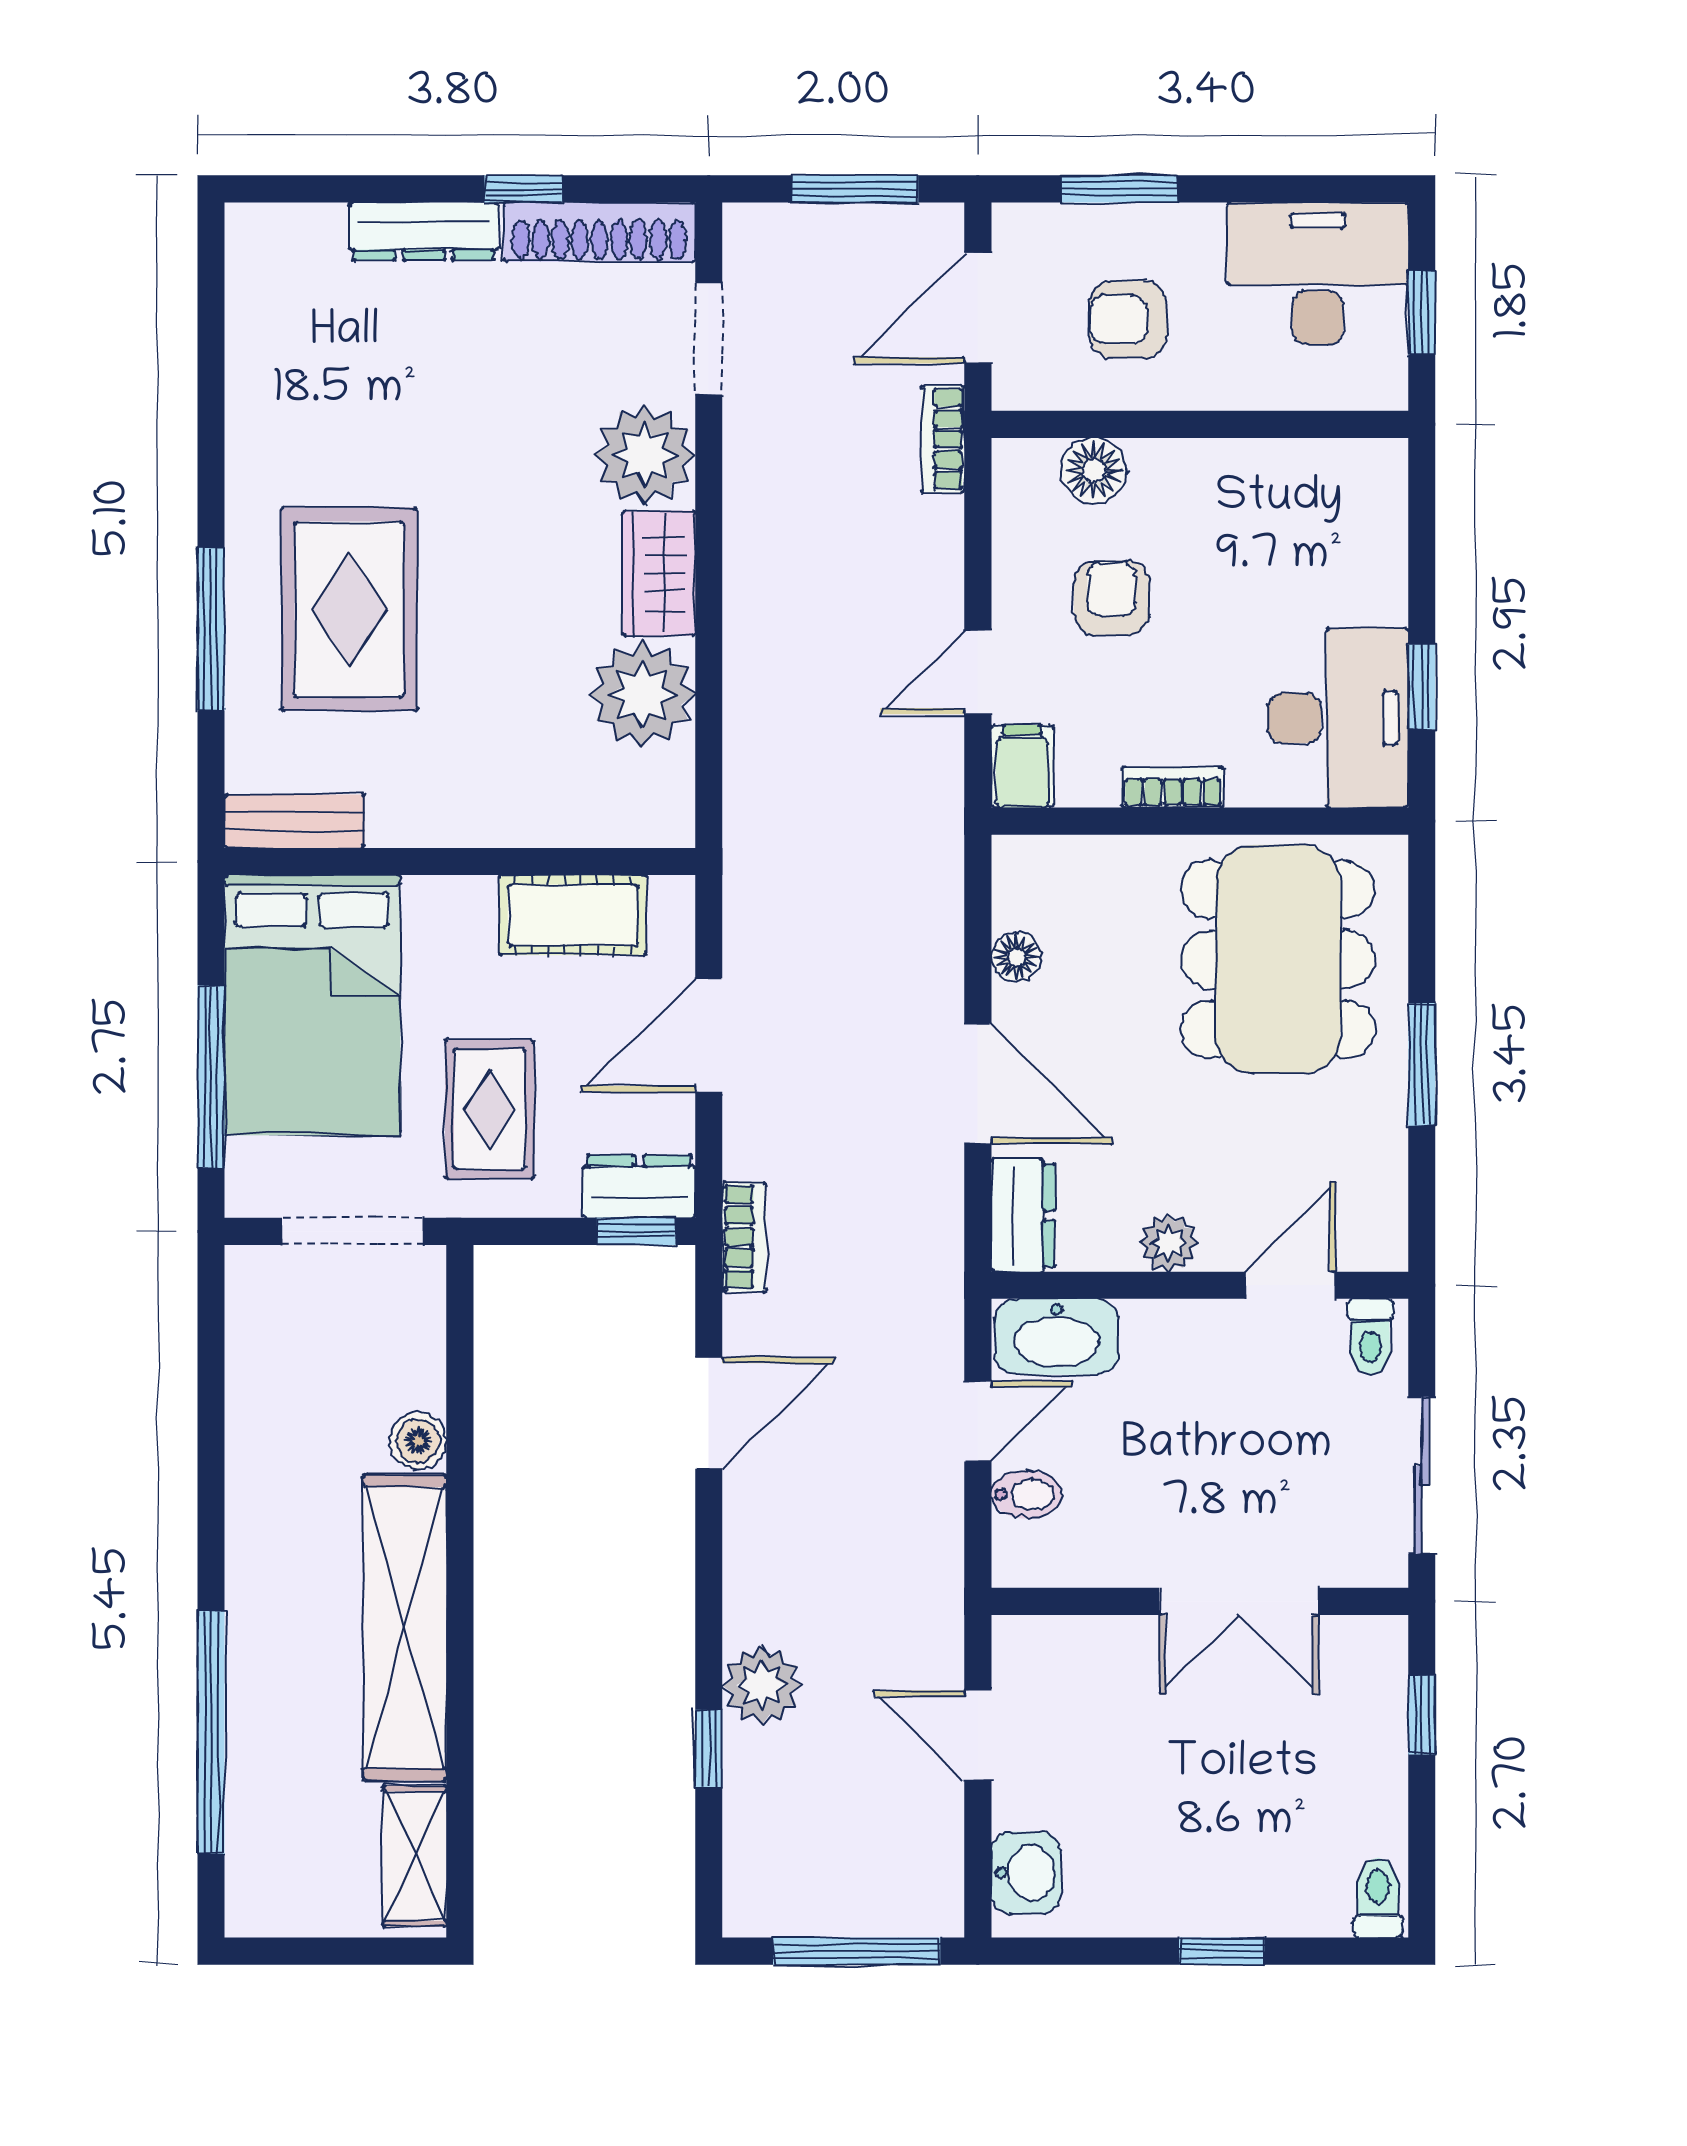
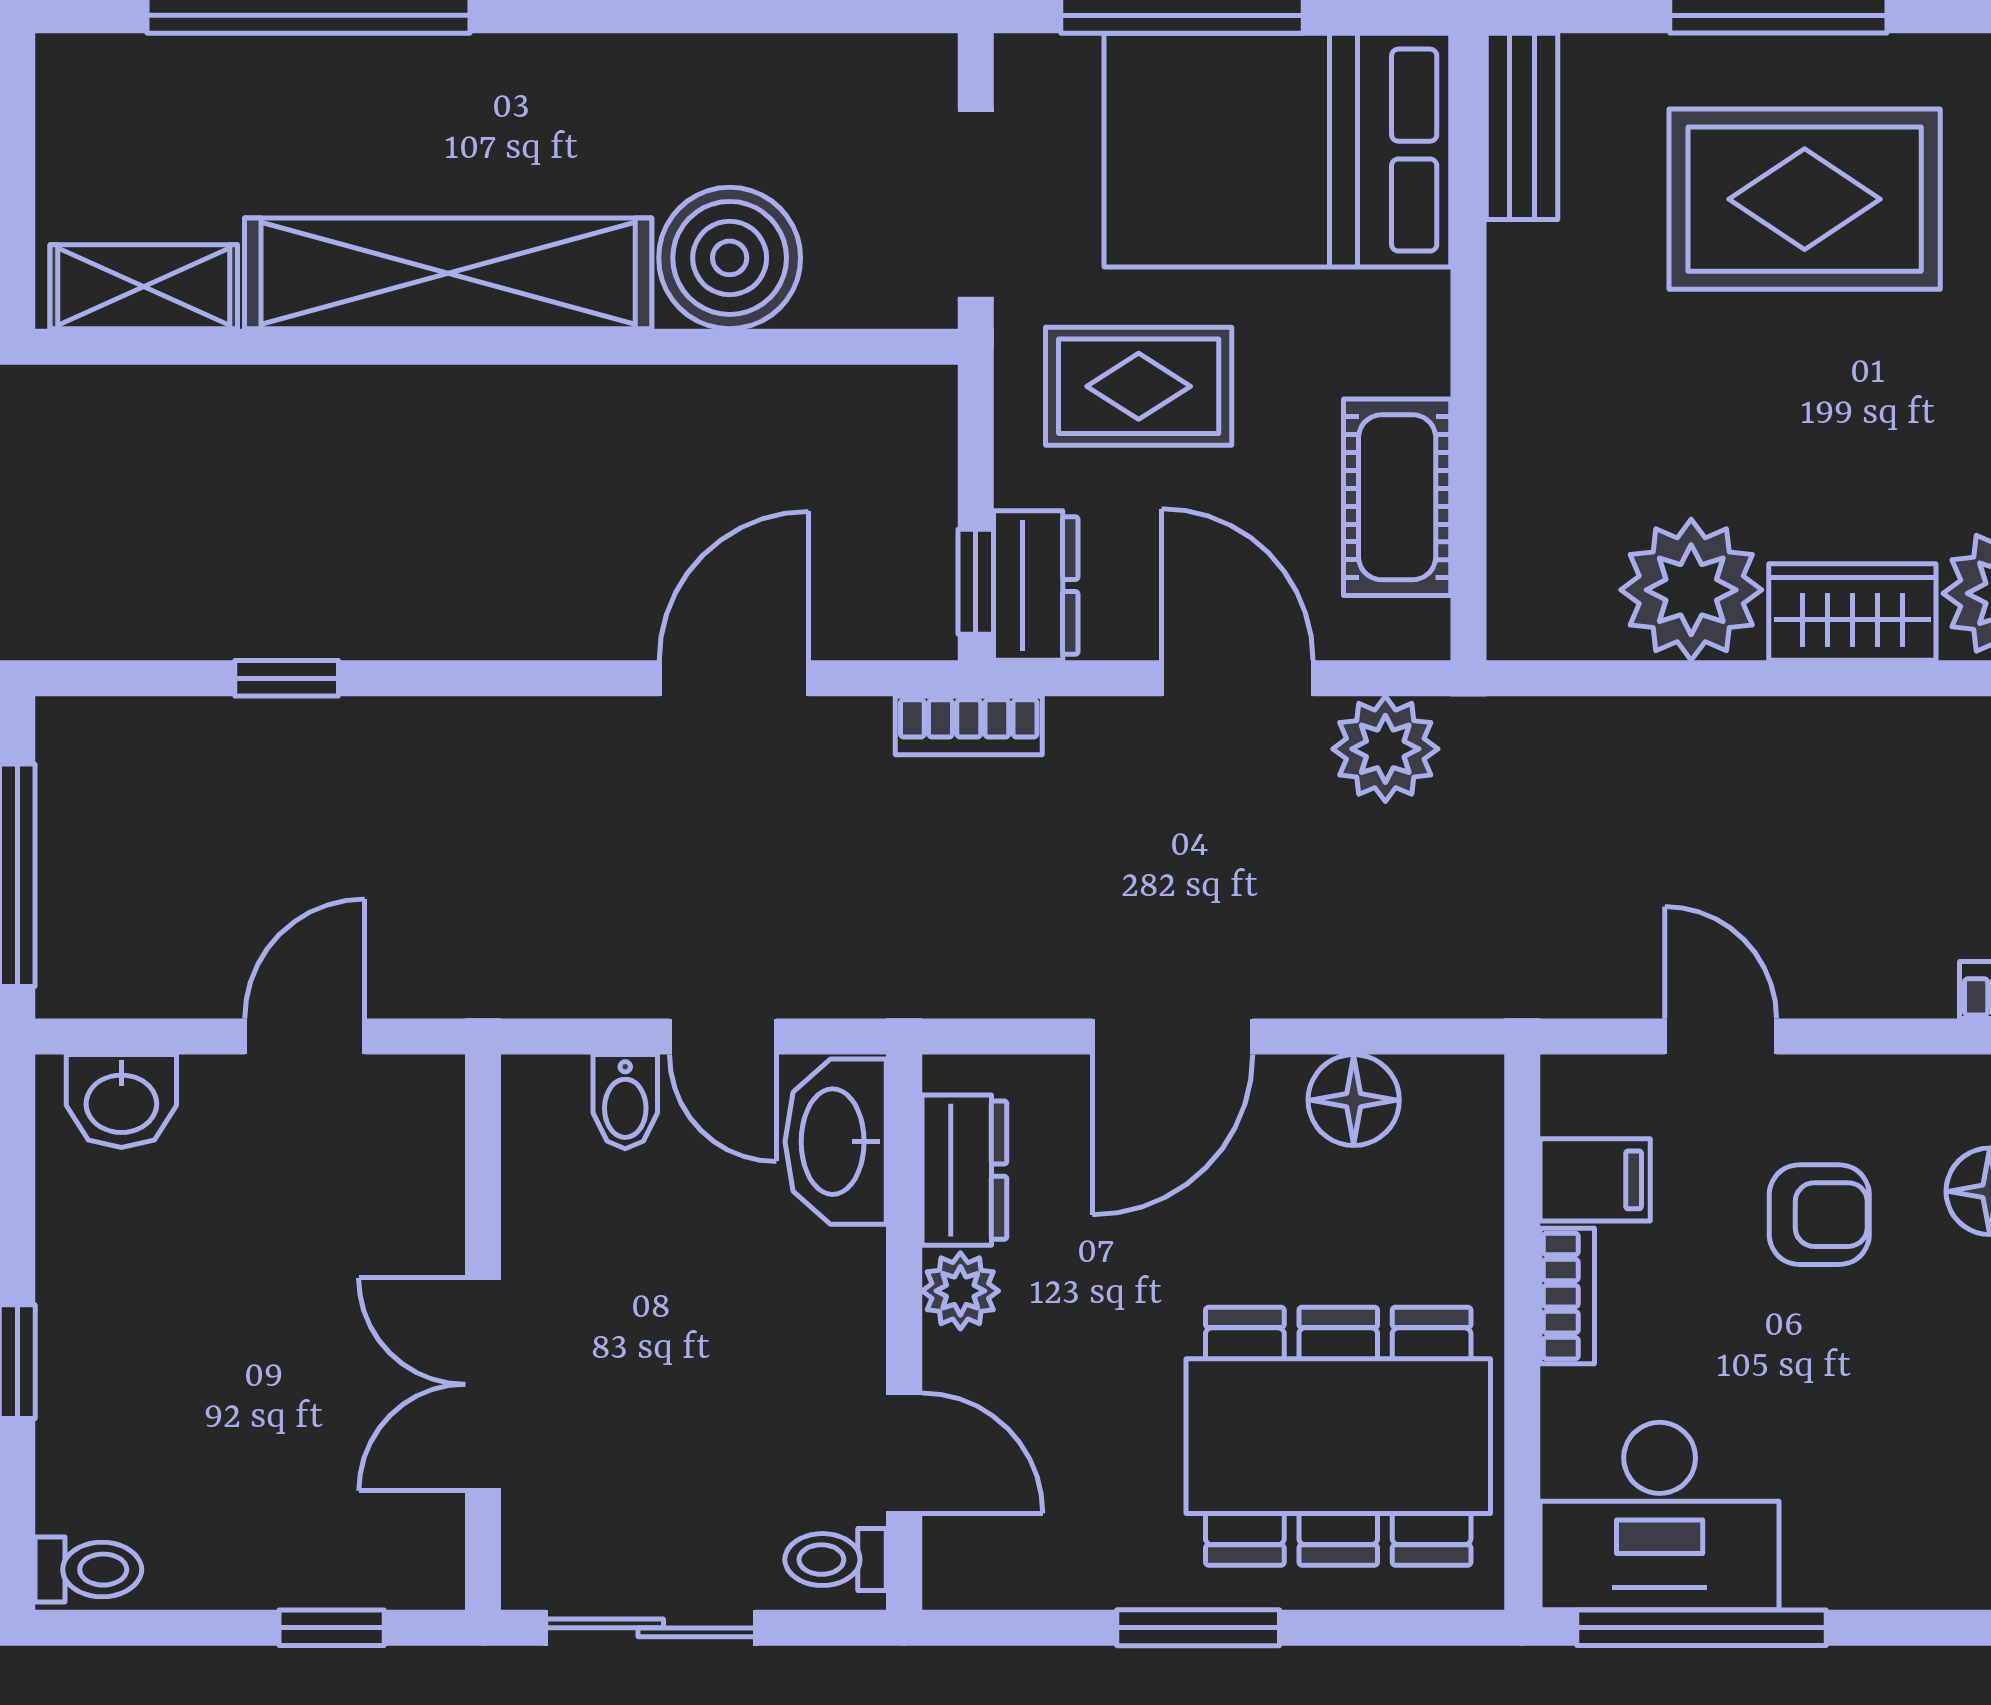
window: (1422, 687) -> (1702, 1628), width x2.17
filing cabinet: (1022, 766) -> (1595, 1180), moved
floor lamp: (1016, 957) -> (1354, 1100), width x1.37, depth x1.37
dresser: (1023, 1215) -> (964, 1170), moved, turned -90
door: (709, 1413) -> (734, 678), swing flipped
boiler: (418, 1441) -> (730, 258), width x1.86, depth x1.86
plant: (762, 1685) -> (1385, 749), moved

